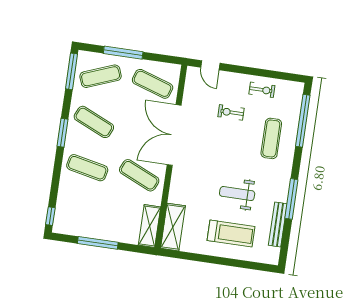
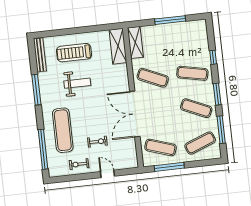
window: (123, 53) -> (169, 167), moved
door: (210, 65) -> (107, 174), moved
window: (71, 71) -> (221, 130), moved
double door: (174, 135) -> (135, 114), swing flipped
exercise mat: (271, 138) -> (63, 130), width x1.36, depth x1.45
window: (50, 216) -> (213, 57), moved
bench: (278, 224) -> (40, 55), moved

